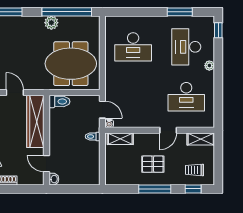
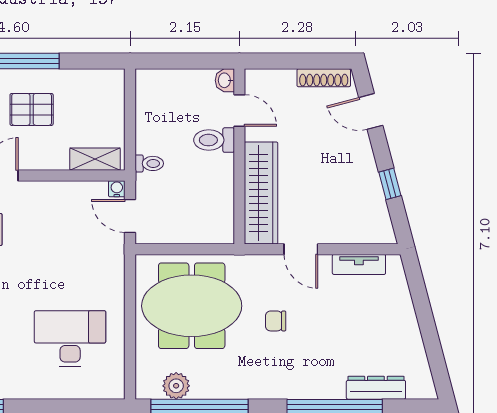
plant: (51, 23) -> (176, 386), moved
chair: (28, 56) -> (276, 321), added
toilet: (59, 102) -> (214, 140), moved

